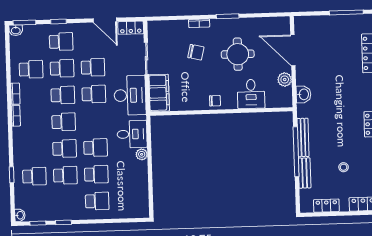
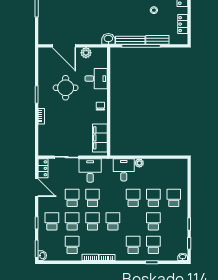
door: (105, 20) -> (37, 188), hinge flipped
door: (293, 50) -> (64, 46), hinge flipped
chair: (196, 52) -> (63, 119), removed
filing cabinet: (159, 93) -> (100, 138), moved, turned -90
washbasin: (303, 94) -> (108, 39), moved
desk: (130, 95) -> (90, 170), width x0.73
school desk: (65, 149) -> (133, 245), moved

